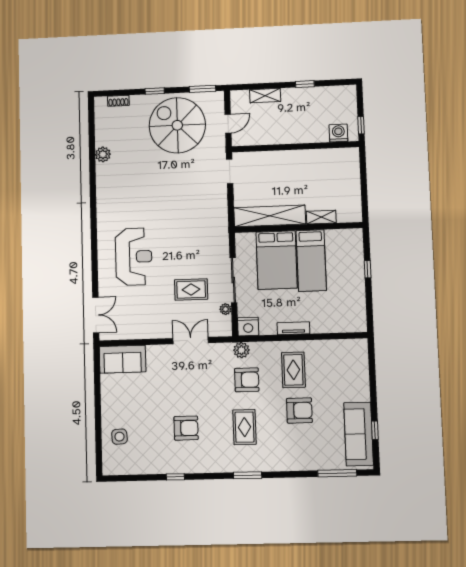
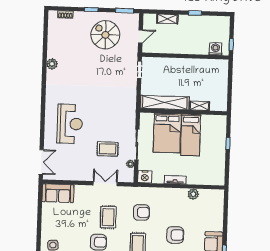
spiral stairs: (177, 125) -> (105, 35), width x0.73, depth x0.73
plant: (103, 154) -> (52, 64), moved
plant: (241, 350) -> (193, 194), moved
rug: (293, 370) -> (108, 217), moved

